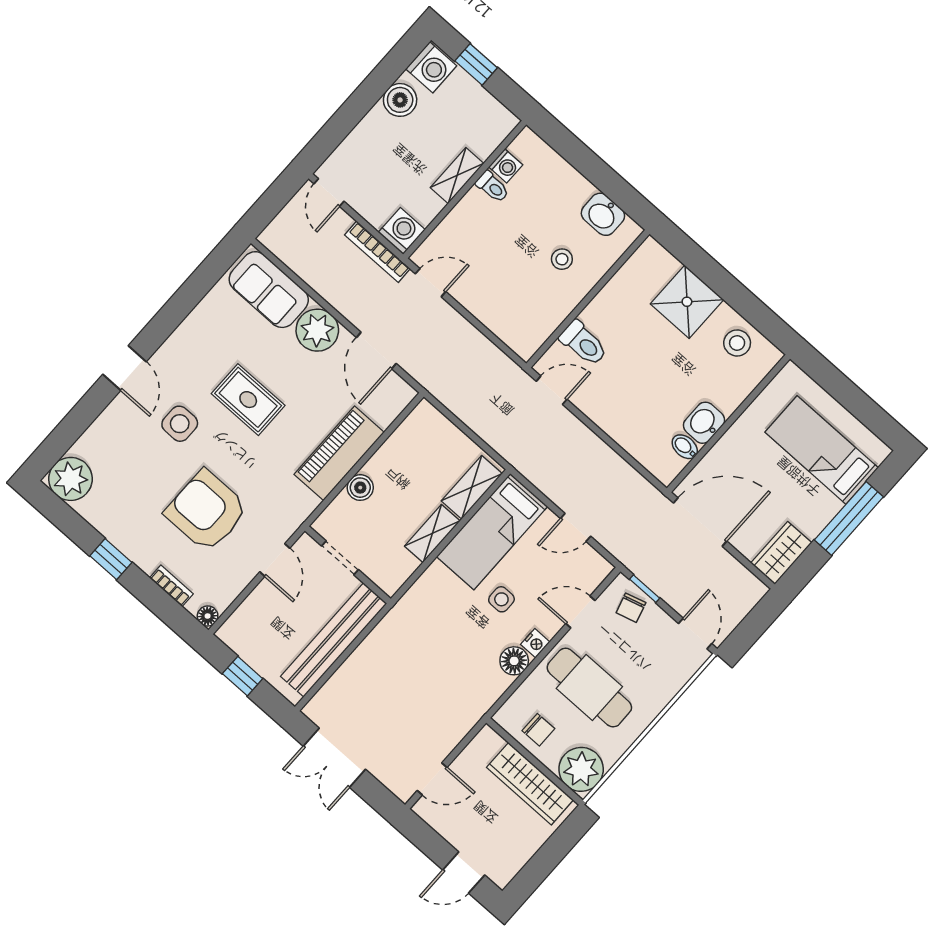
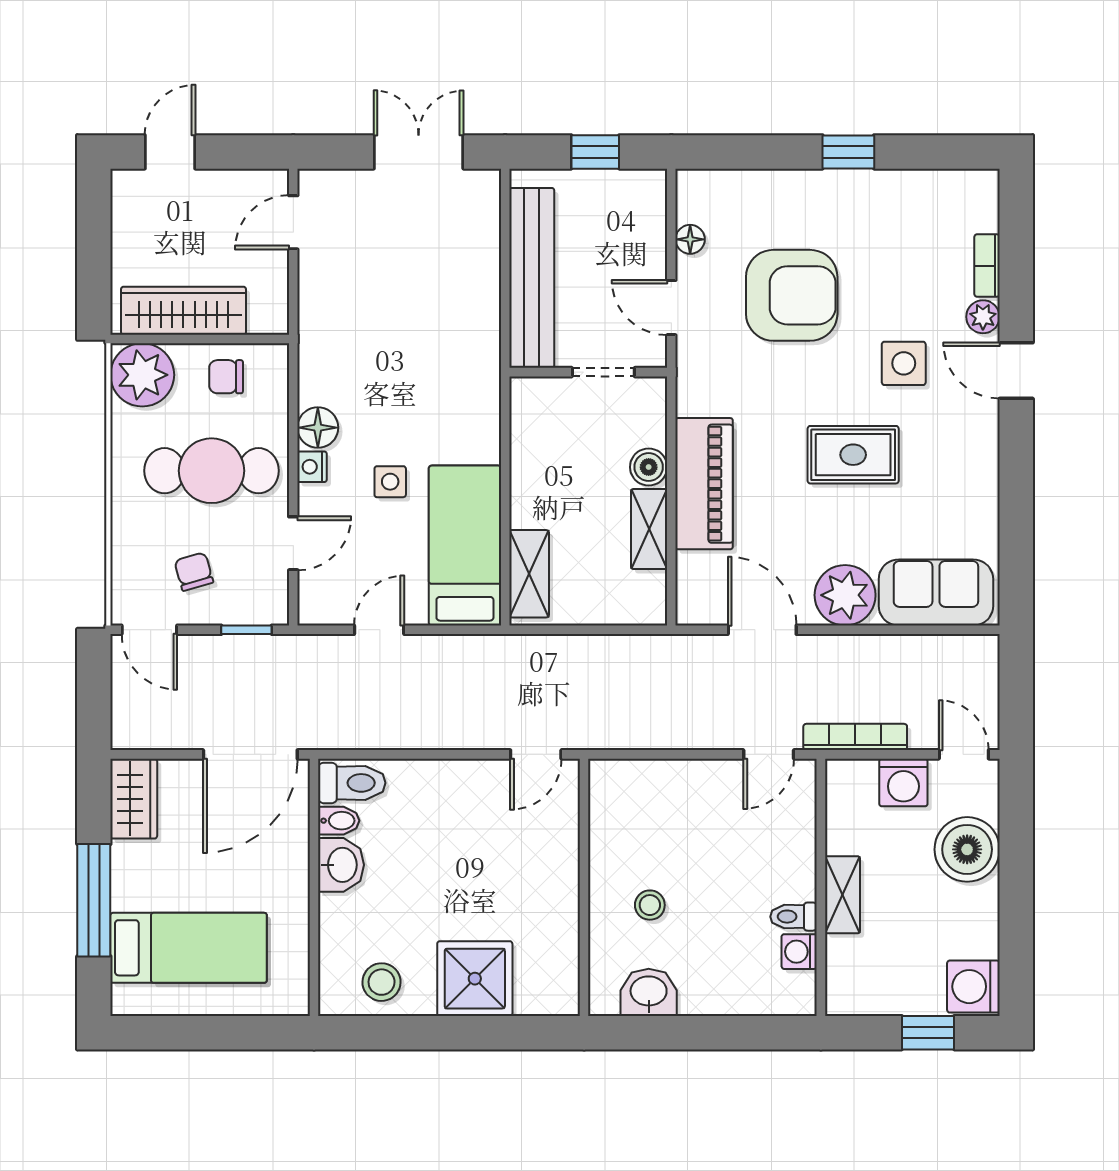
boiler: (400, 100) -> (967, 849), moved, width x1.37, depth x1.37
washing machine: (402, 231) -> (903, 783), moved
toilet: (583, 343) -> (352, 783), moved, turned 180
plant: (70, 479) -> (983, 317), moved, width x0.53, depth x0.53
shelving: (432, 533) -> (649, 529), moved
bookcase: (171, 586) -> (987, 266), moved, turned 90
chair: (631, 608) -> (194, 572), moved
floor lamp: (208, 616) -> (690, 239), moved

